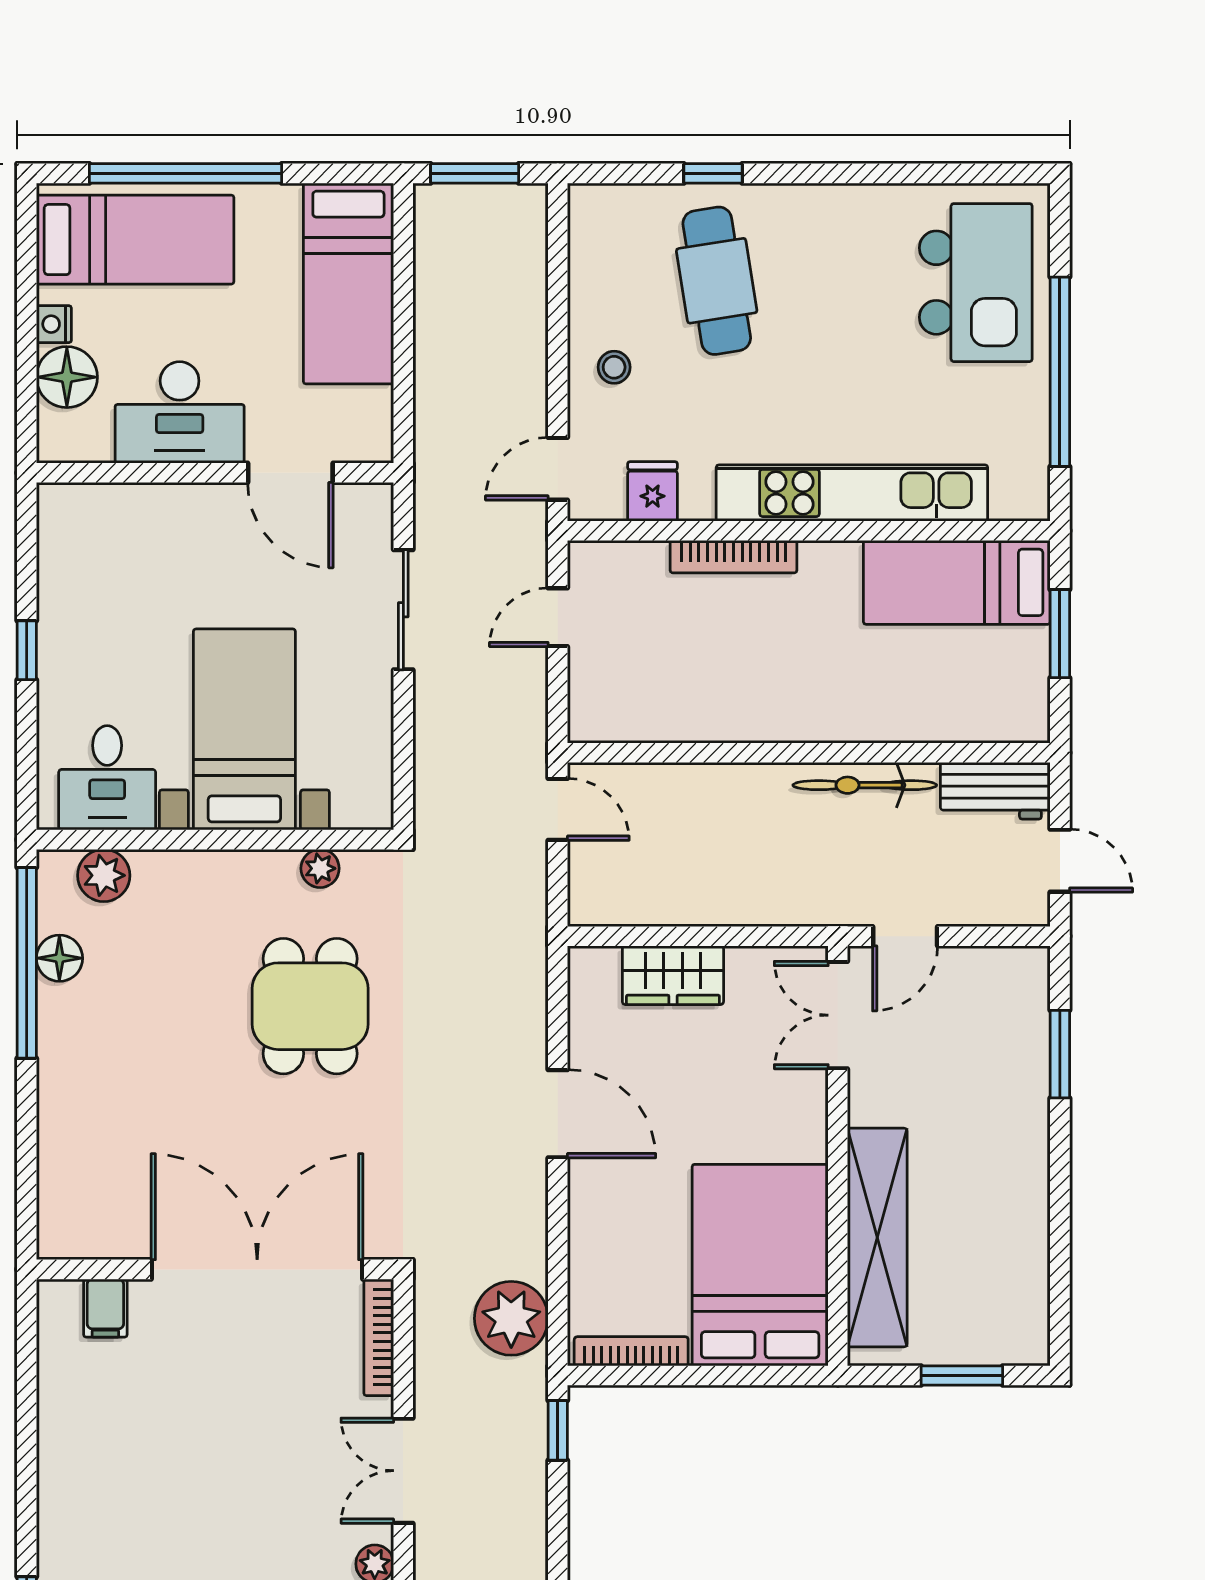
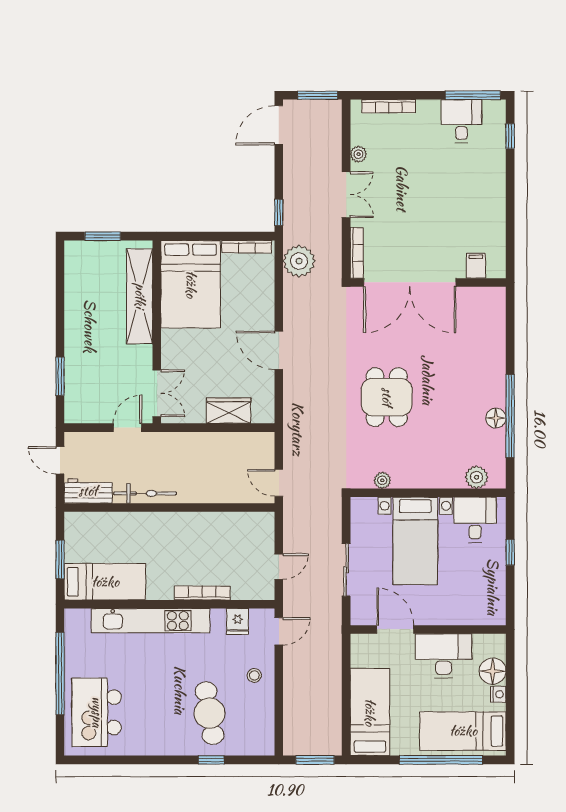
bed with nightstands: (244, 729) -> (415, 541), moved
desk: (107, 778) -> (475, 520), moved
wall: (215, 840) -> (428, 493), moved
plant: (320, 868) -> (382, 480), moved
plant: (104, 875) -> (477, 477), moved

